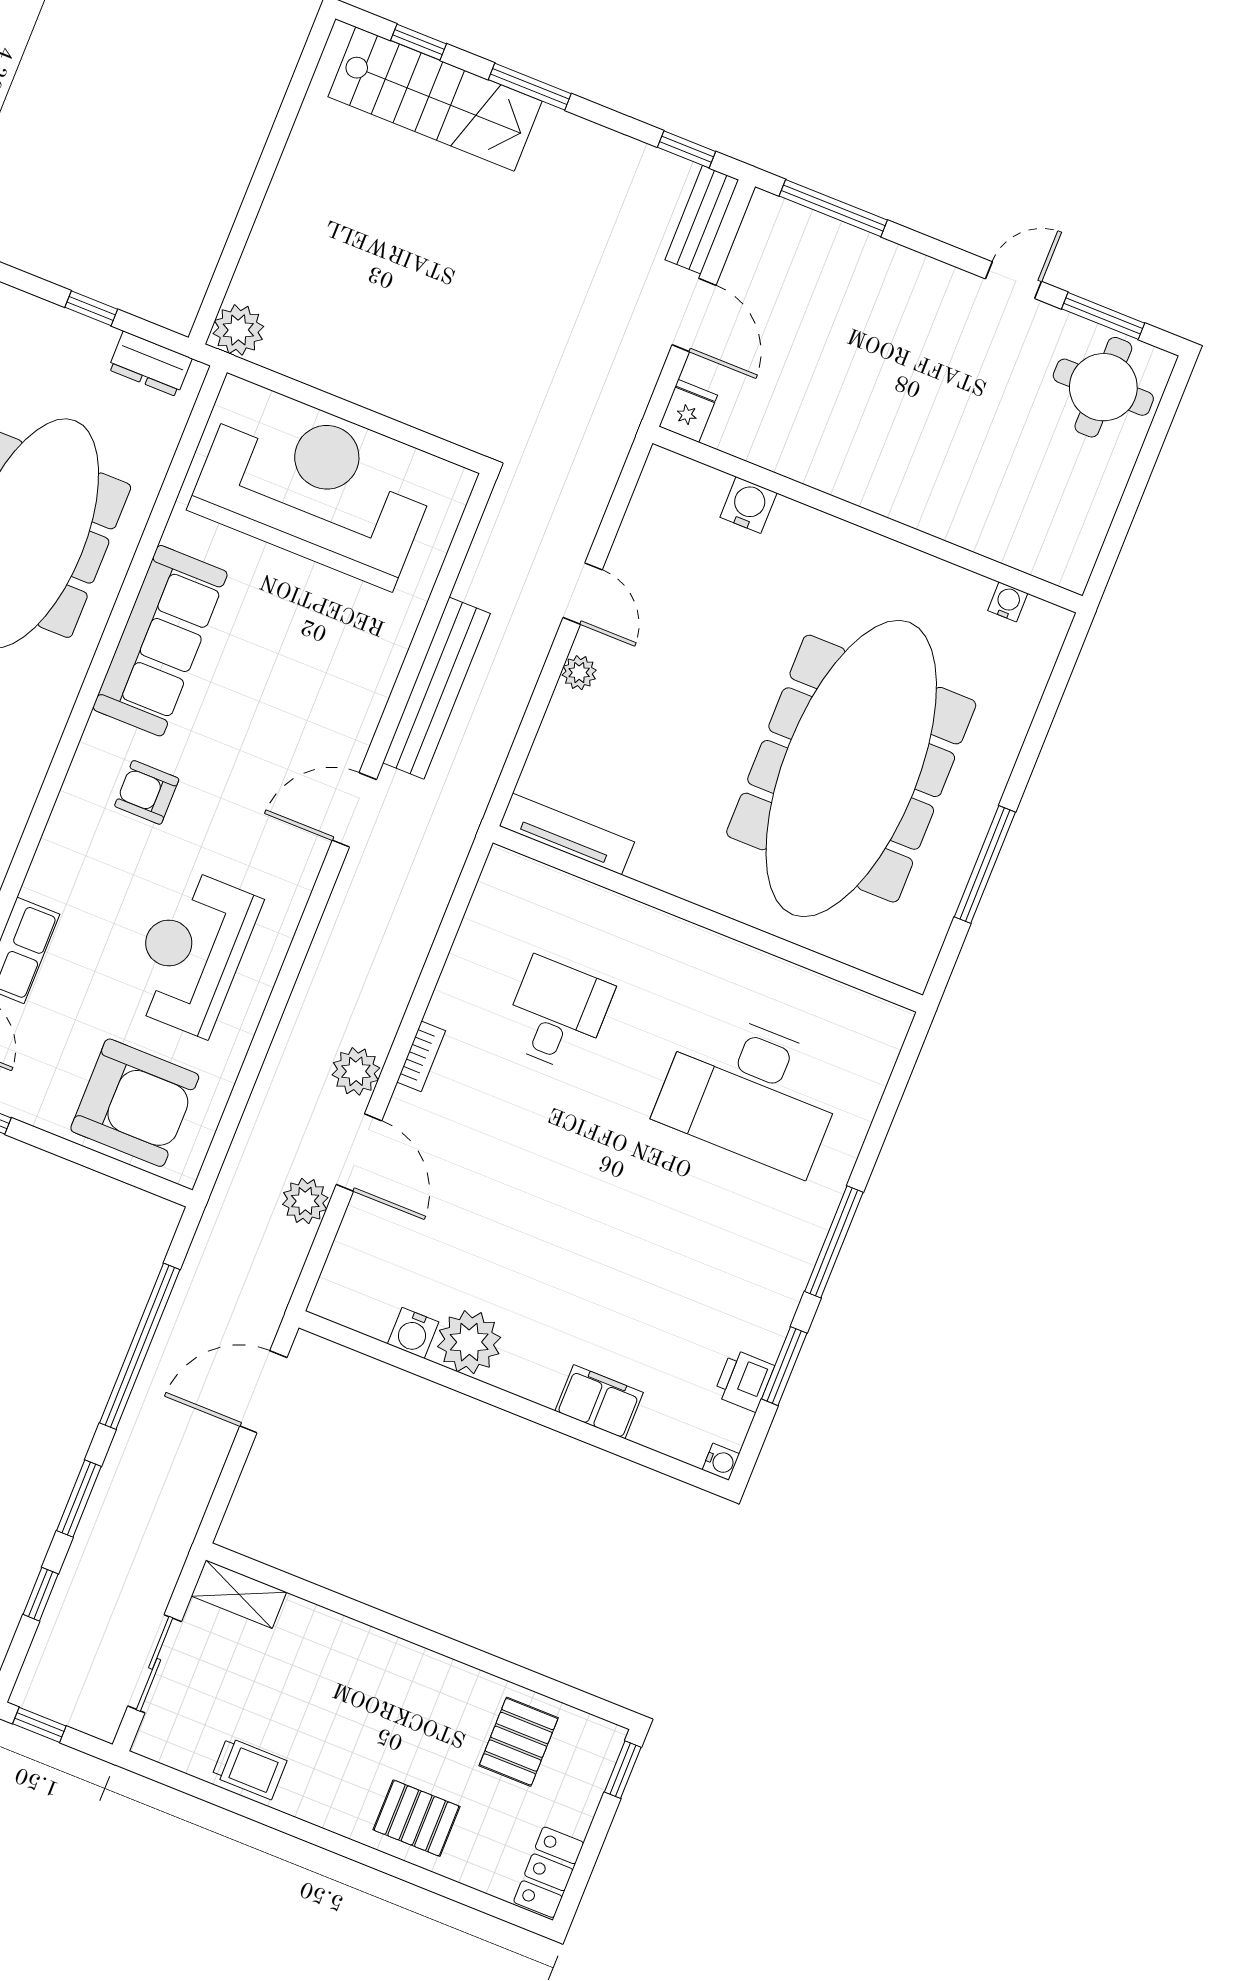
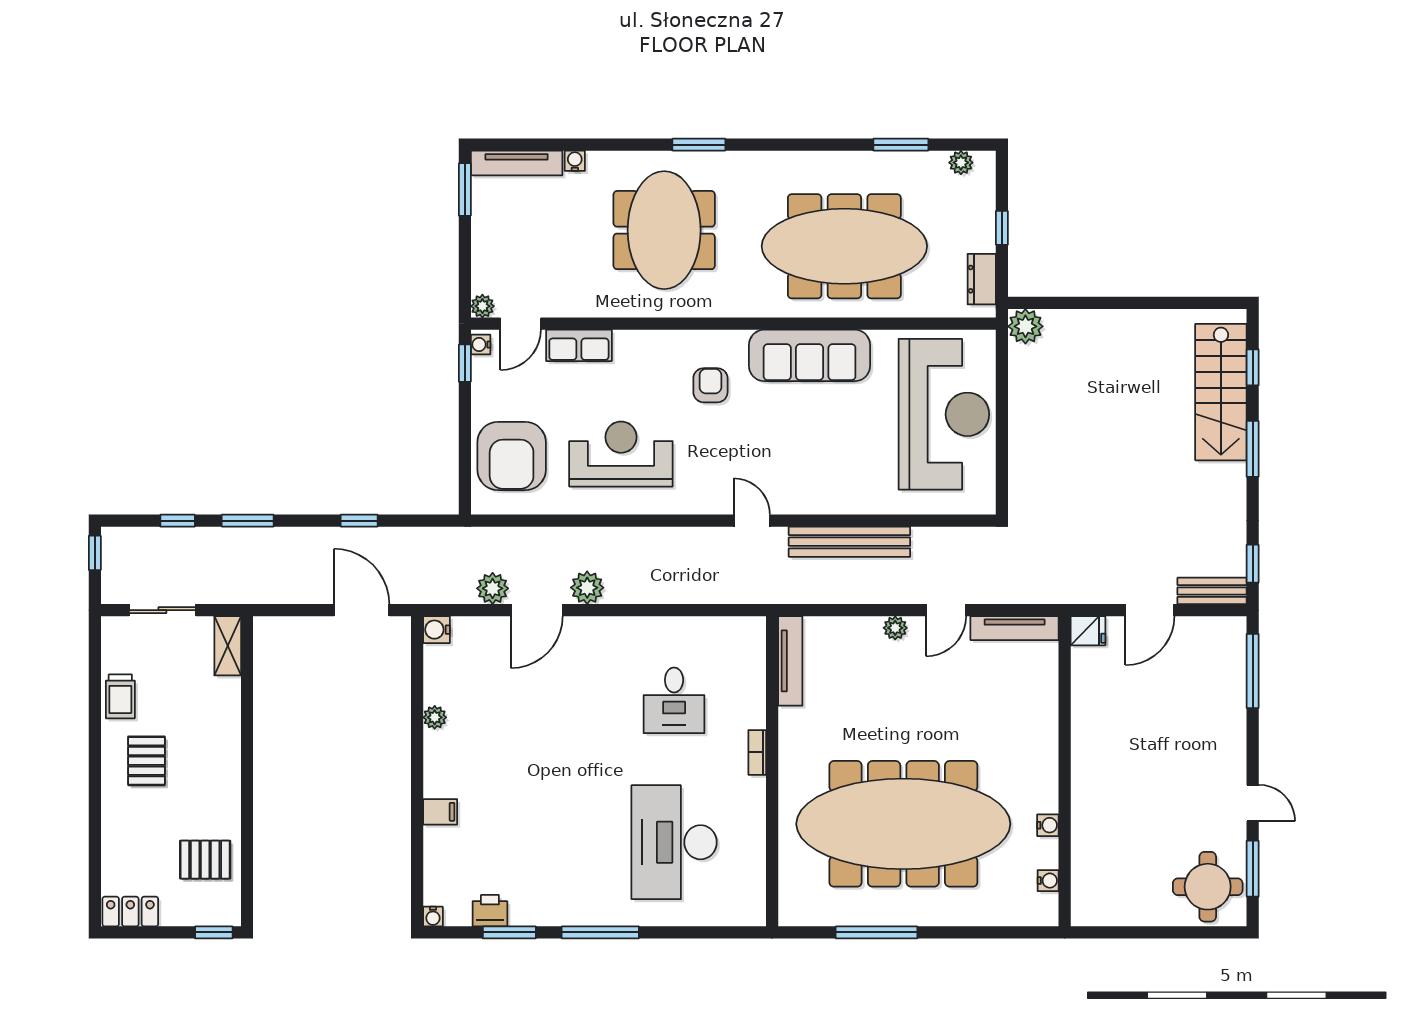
water cooler: (748, 505) -> (1048, 825), moved, width x0.72, depth x0.72
tv unit: (645, 510) -> (1015, 628), added
door: (354, 810) -> (752, 521), width x0.73
desk: (557, 1014) -> (674, 700), turned 90
bookcase: (421, 1056) -> (757, 752), moved, turned 90
water cooler: (413, 1333) -> (437, 630), moved
plant: (469, 1342) -> (435, 717), width x0.53, depth x0.53
window: (140, 1346) -> (359, 521), width x0.32
filing cabinet: (599, 1402) -> (440, 812), width x0.50
pallet: (417, 1818) -> (146, 761), moved

